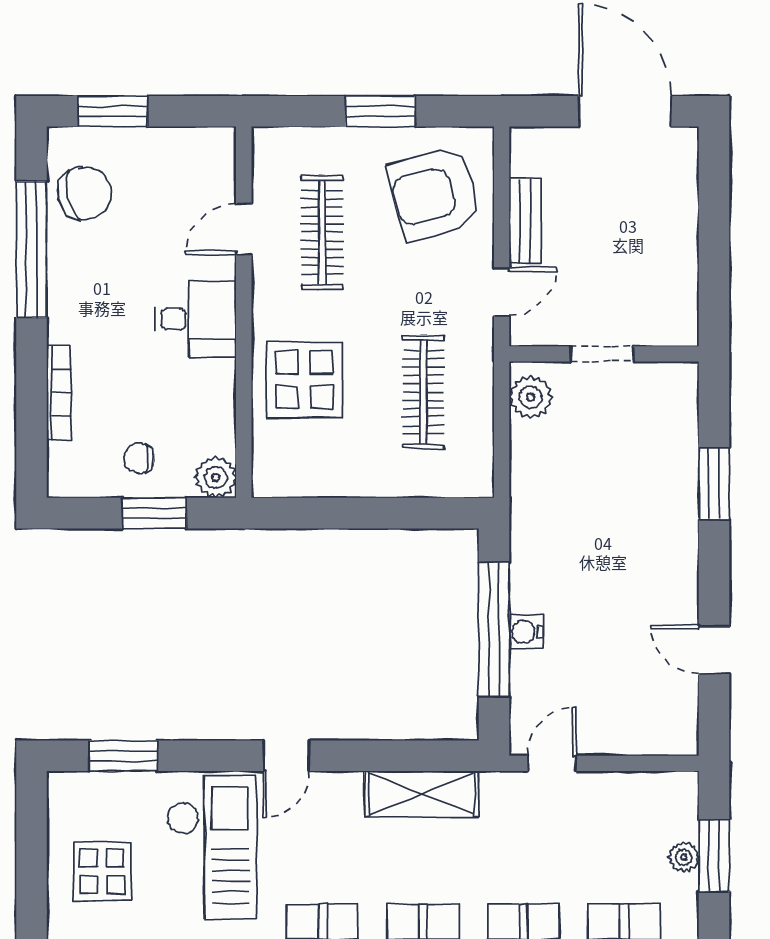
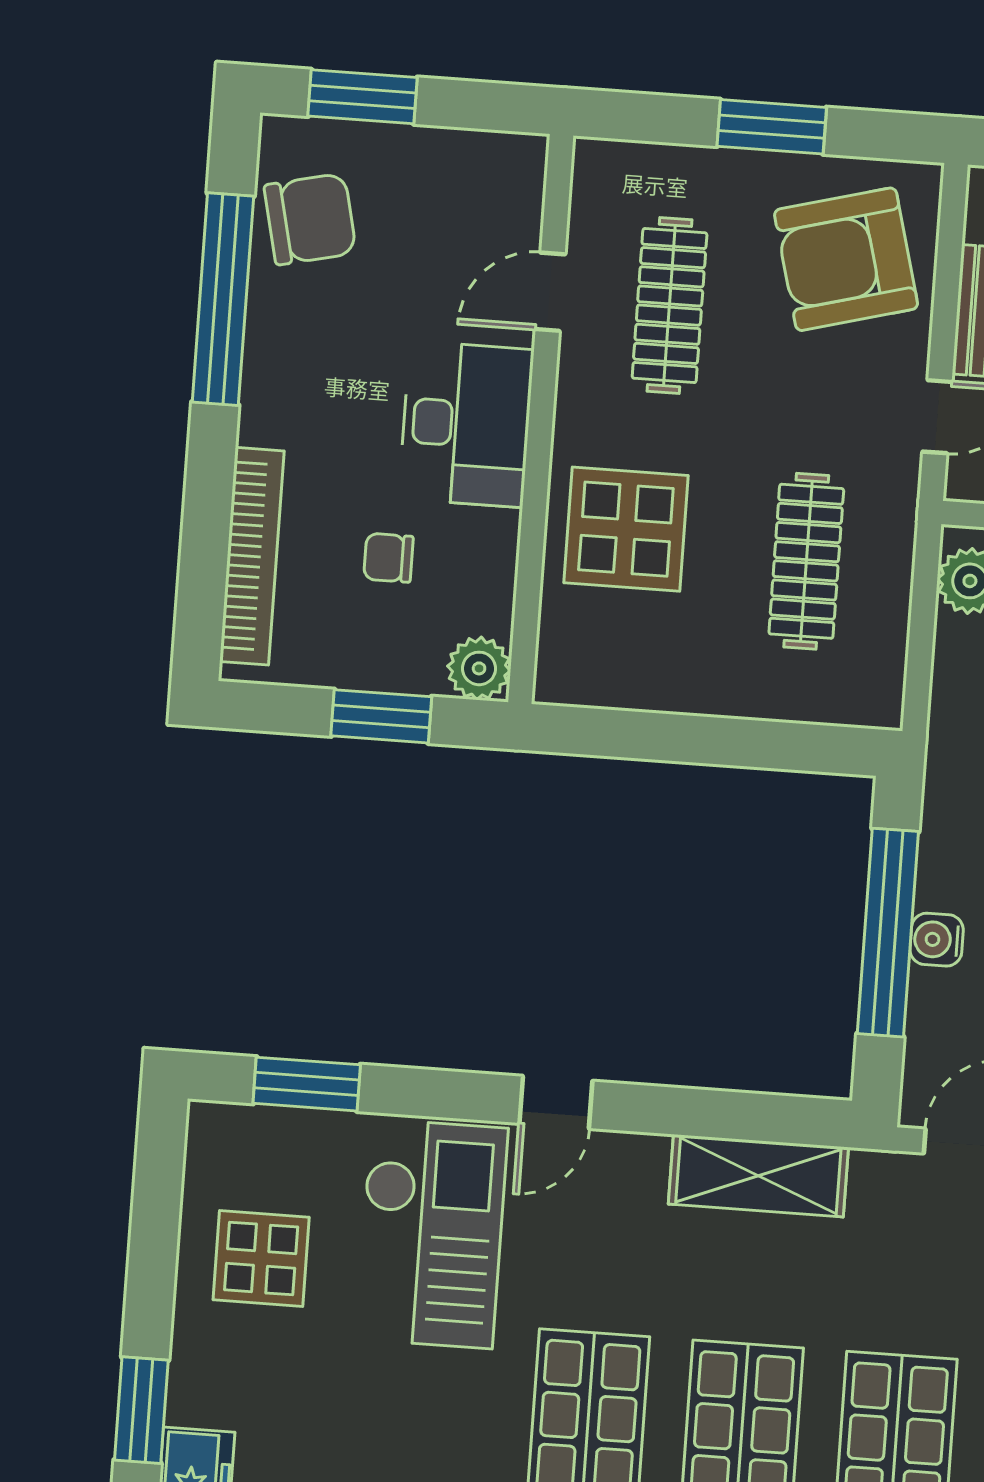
desk: (196, 319) -> (466, 424), width x1.37
bookcase: (59, 393) -> (252, 556), width x1.48, depth x1.31
chair: (139, 458) -> (389, 558), moved

